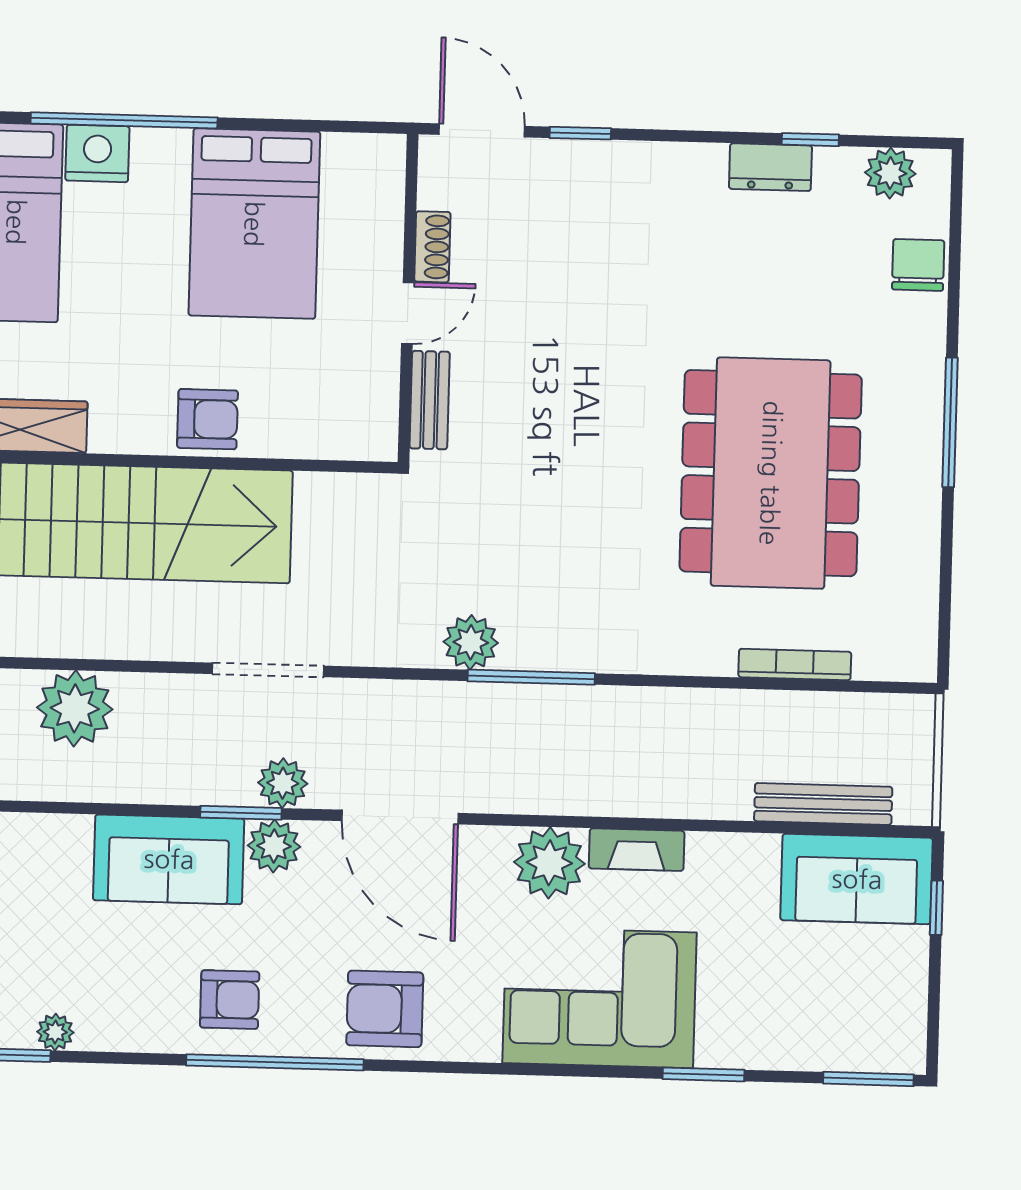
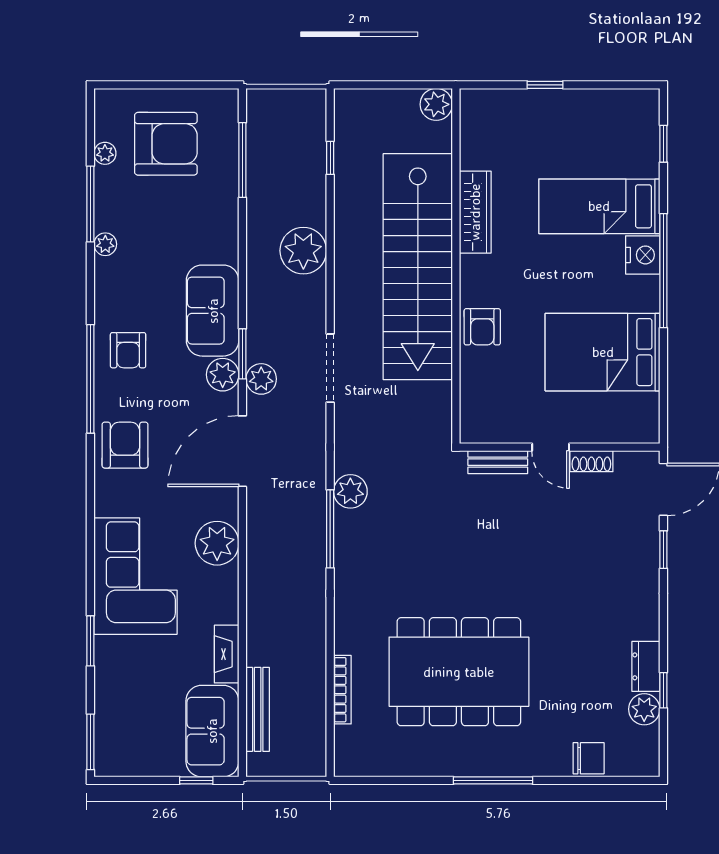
plant: (890, 173) -> (644, 709), moved
fireplace: (637, 850) -> (227, 654), moved

